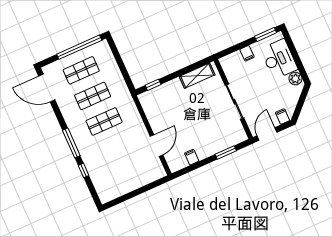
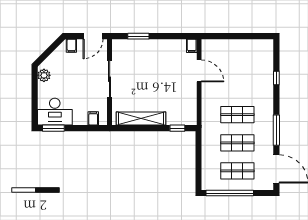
filing cabinet: (247, 53) -> (93, 118), moved
desk: (279, 59) -> (55, 112), moved, turned -90
shelving: (197, 76) -> (141, 118), width x1.47
window: (71, 143) -> (276, 130), moved
door: (157, 146) -> (199, 71), swing flipped
filing cabinet: (192, 157) -> (192, 46), moved

